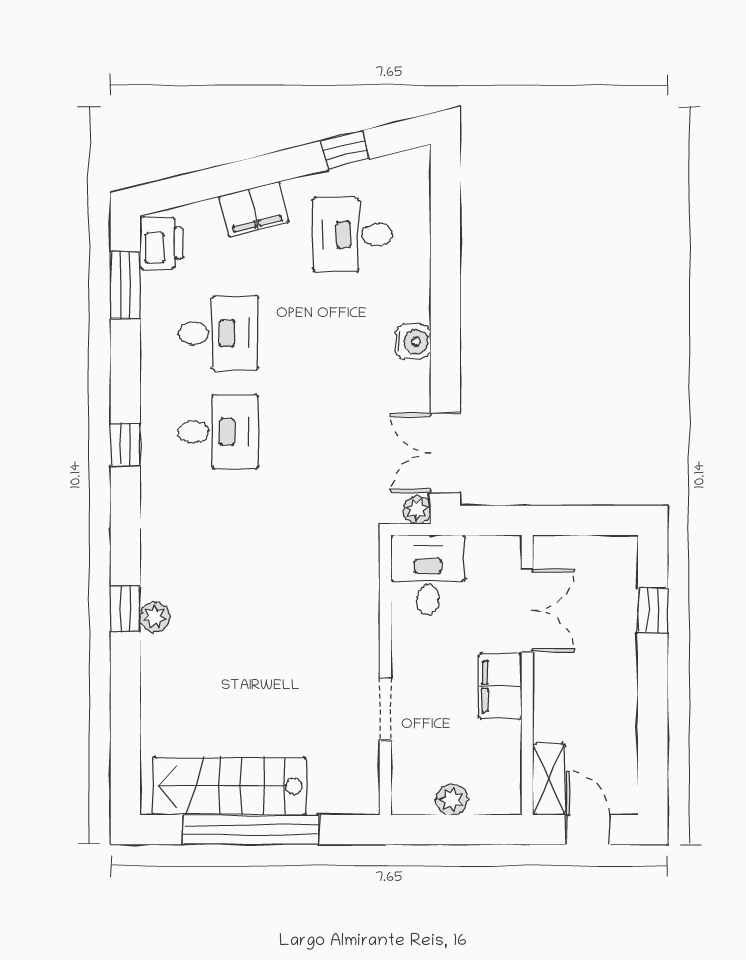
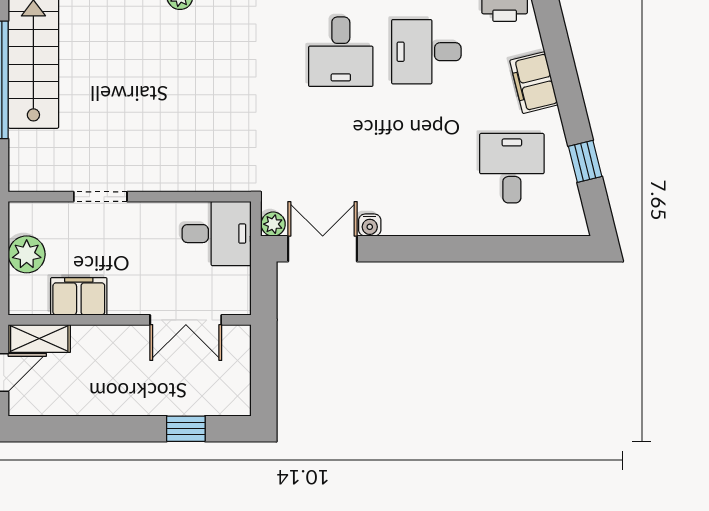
desk: (218, 333) -> (426, 52), turned 90
water cooler: (413, 342) -> (370, 225), moved, width x0.72, depth x0.72
filing cabinet: (500, 686) -> (79, 296), moved
plant: (452, 800) -> (27, 254), width x1.38, depth x1.38

